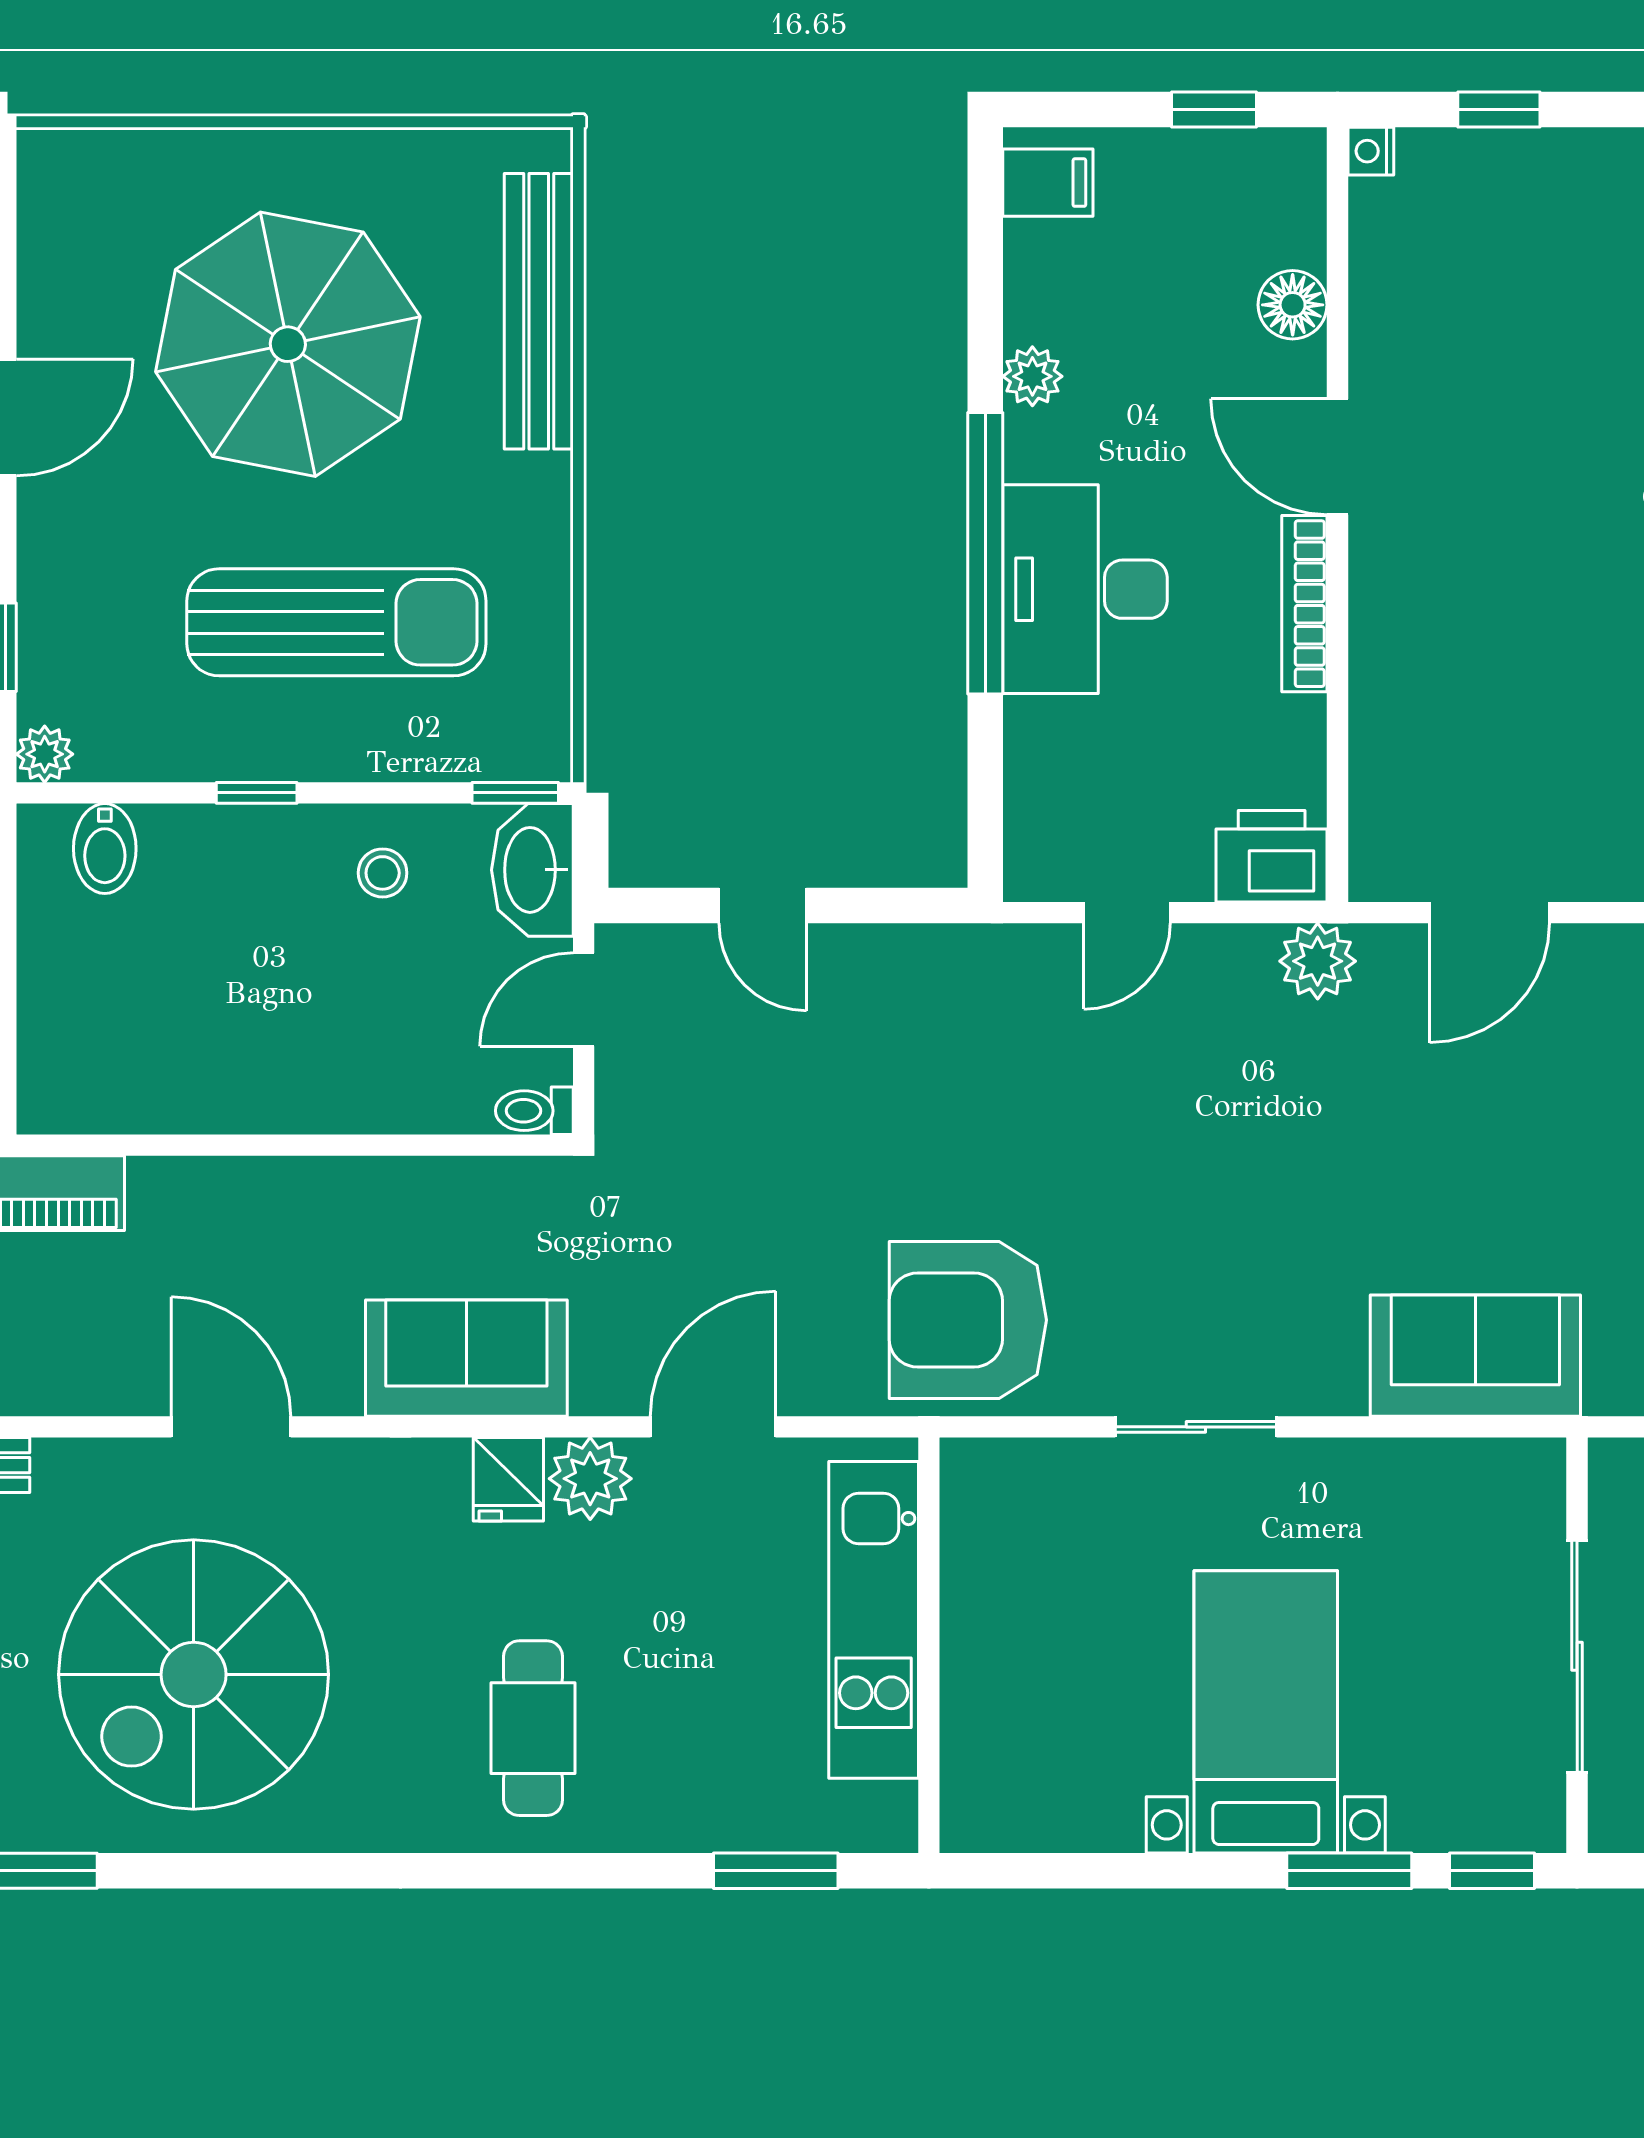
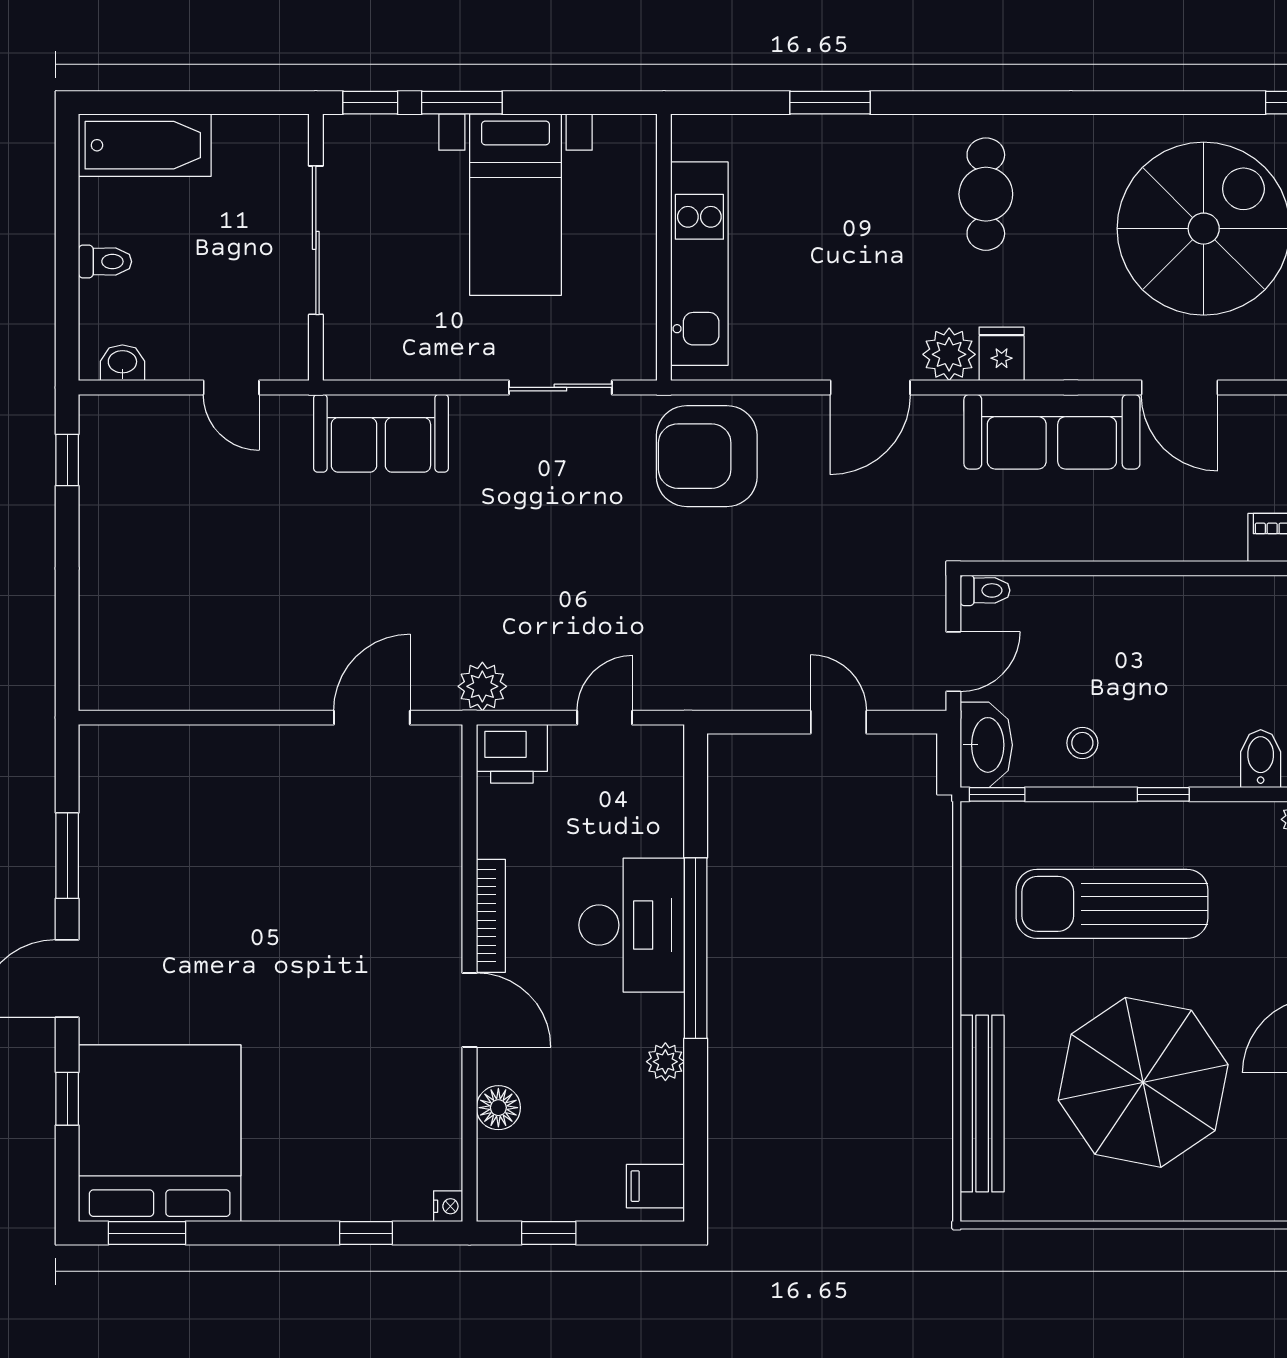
armchair: (968, 1320) -> (707, 456), turned 180
sofa: (466, 1358) -> (1052, 432), width x1.36
kitchen unit: (874, 1620) -> (699, 264), moved
wall: (929, 1645) -> (664, 247), moved

